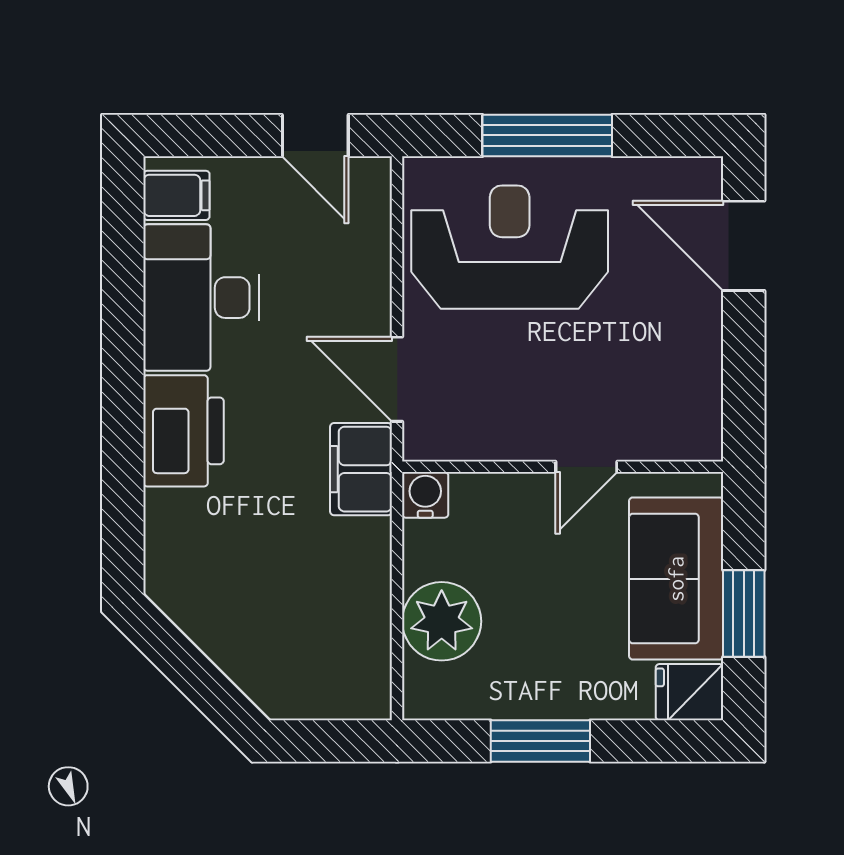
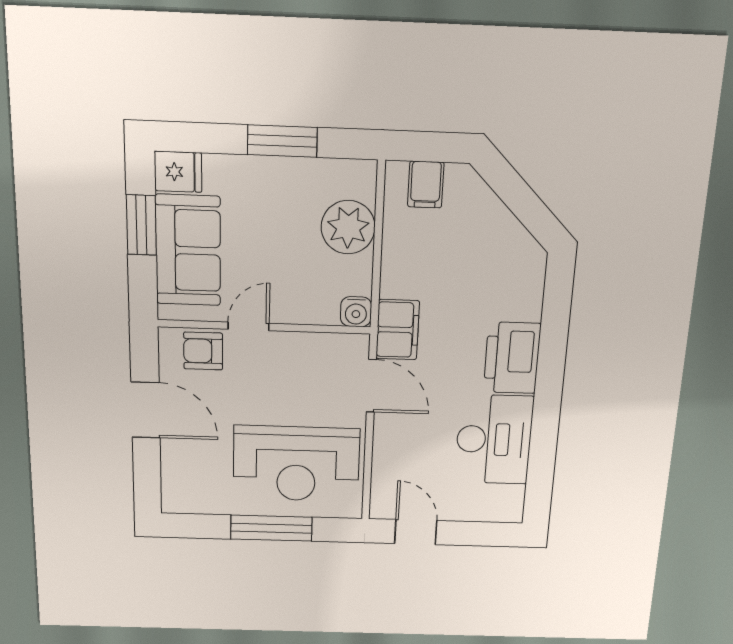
filing cabinet: (176, 195) -> (426, 185), moved, turned -90
door: (744, 246) -> (146, 410), moved
armchair: (655, 426) -> (203, 351), added

